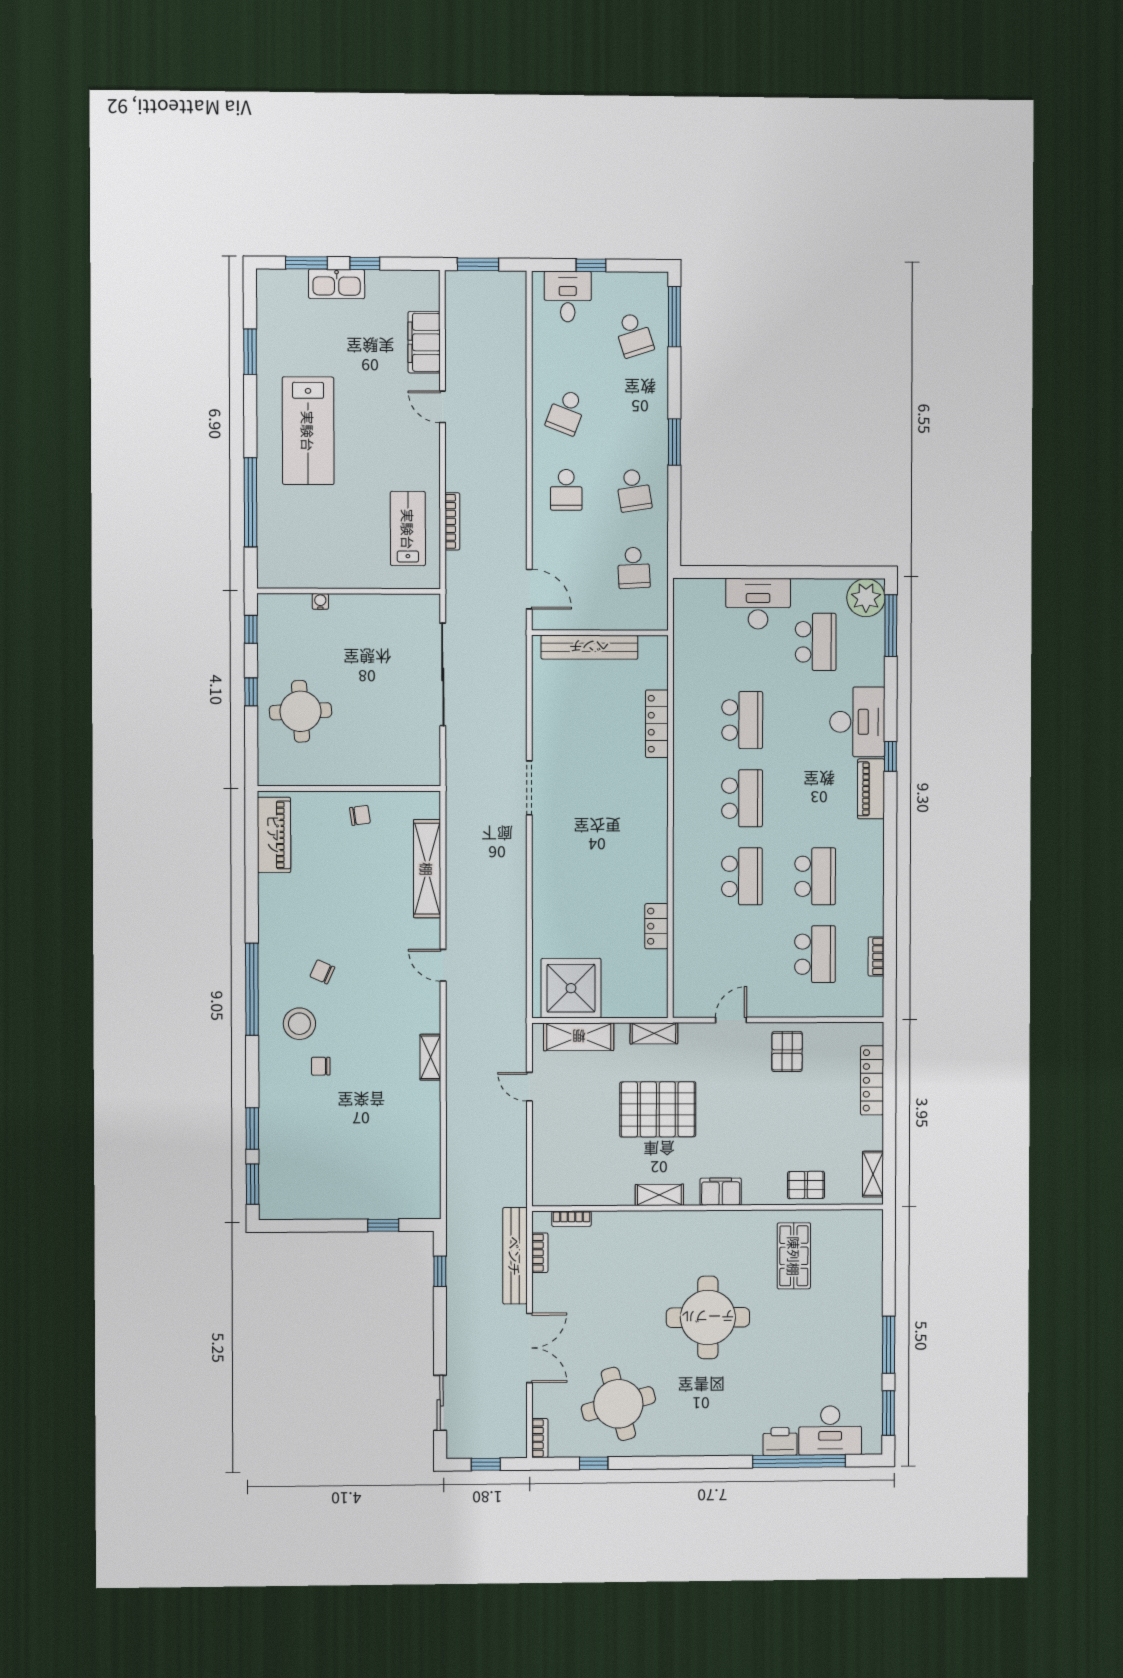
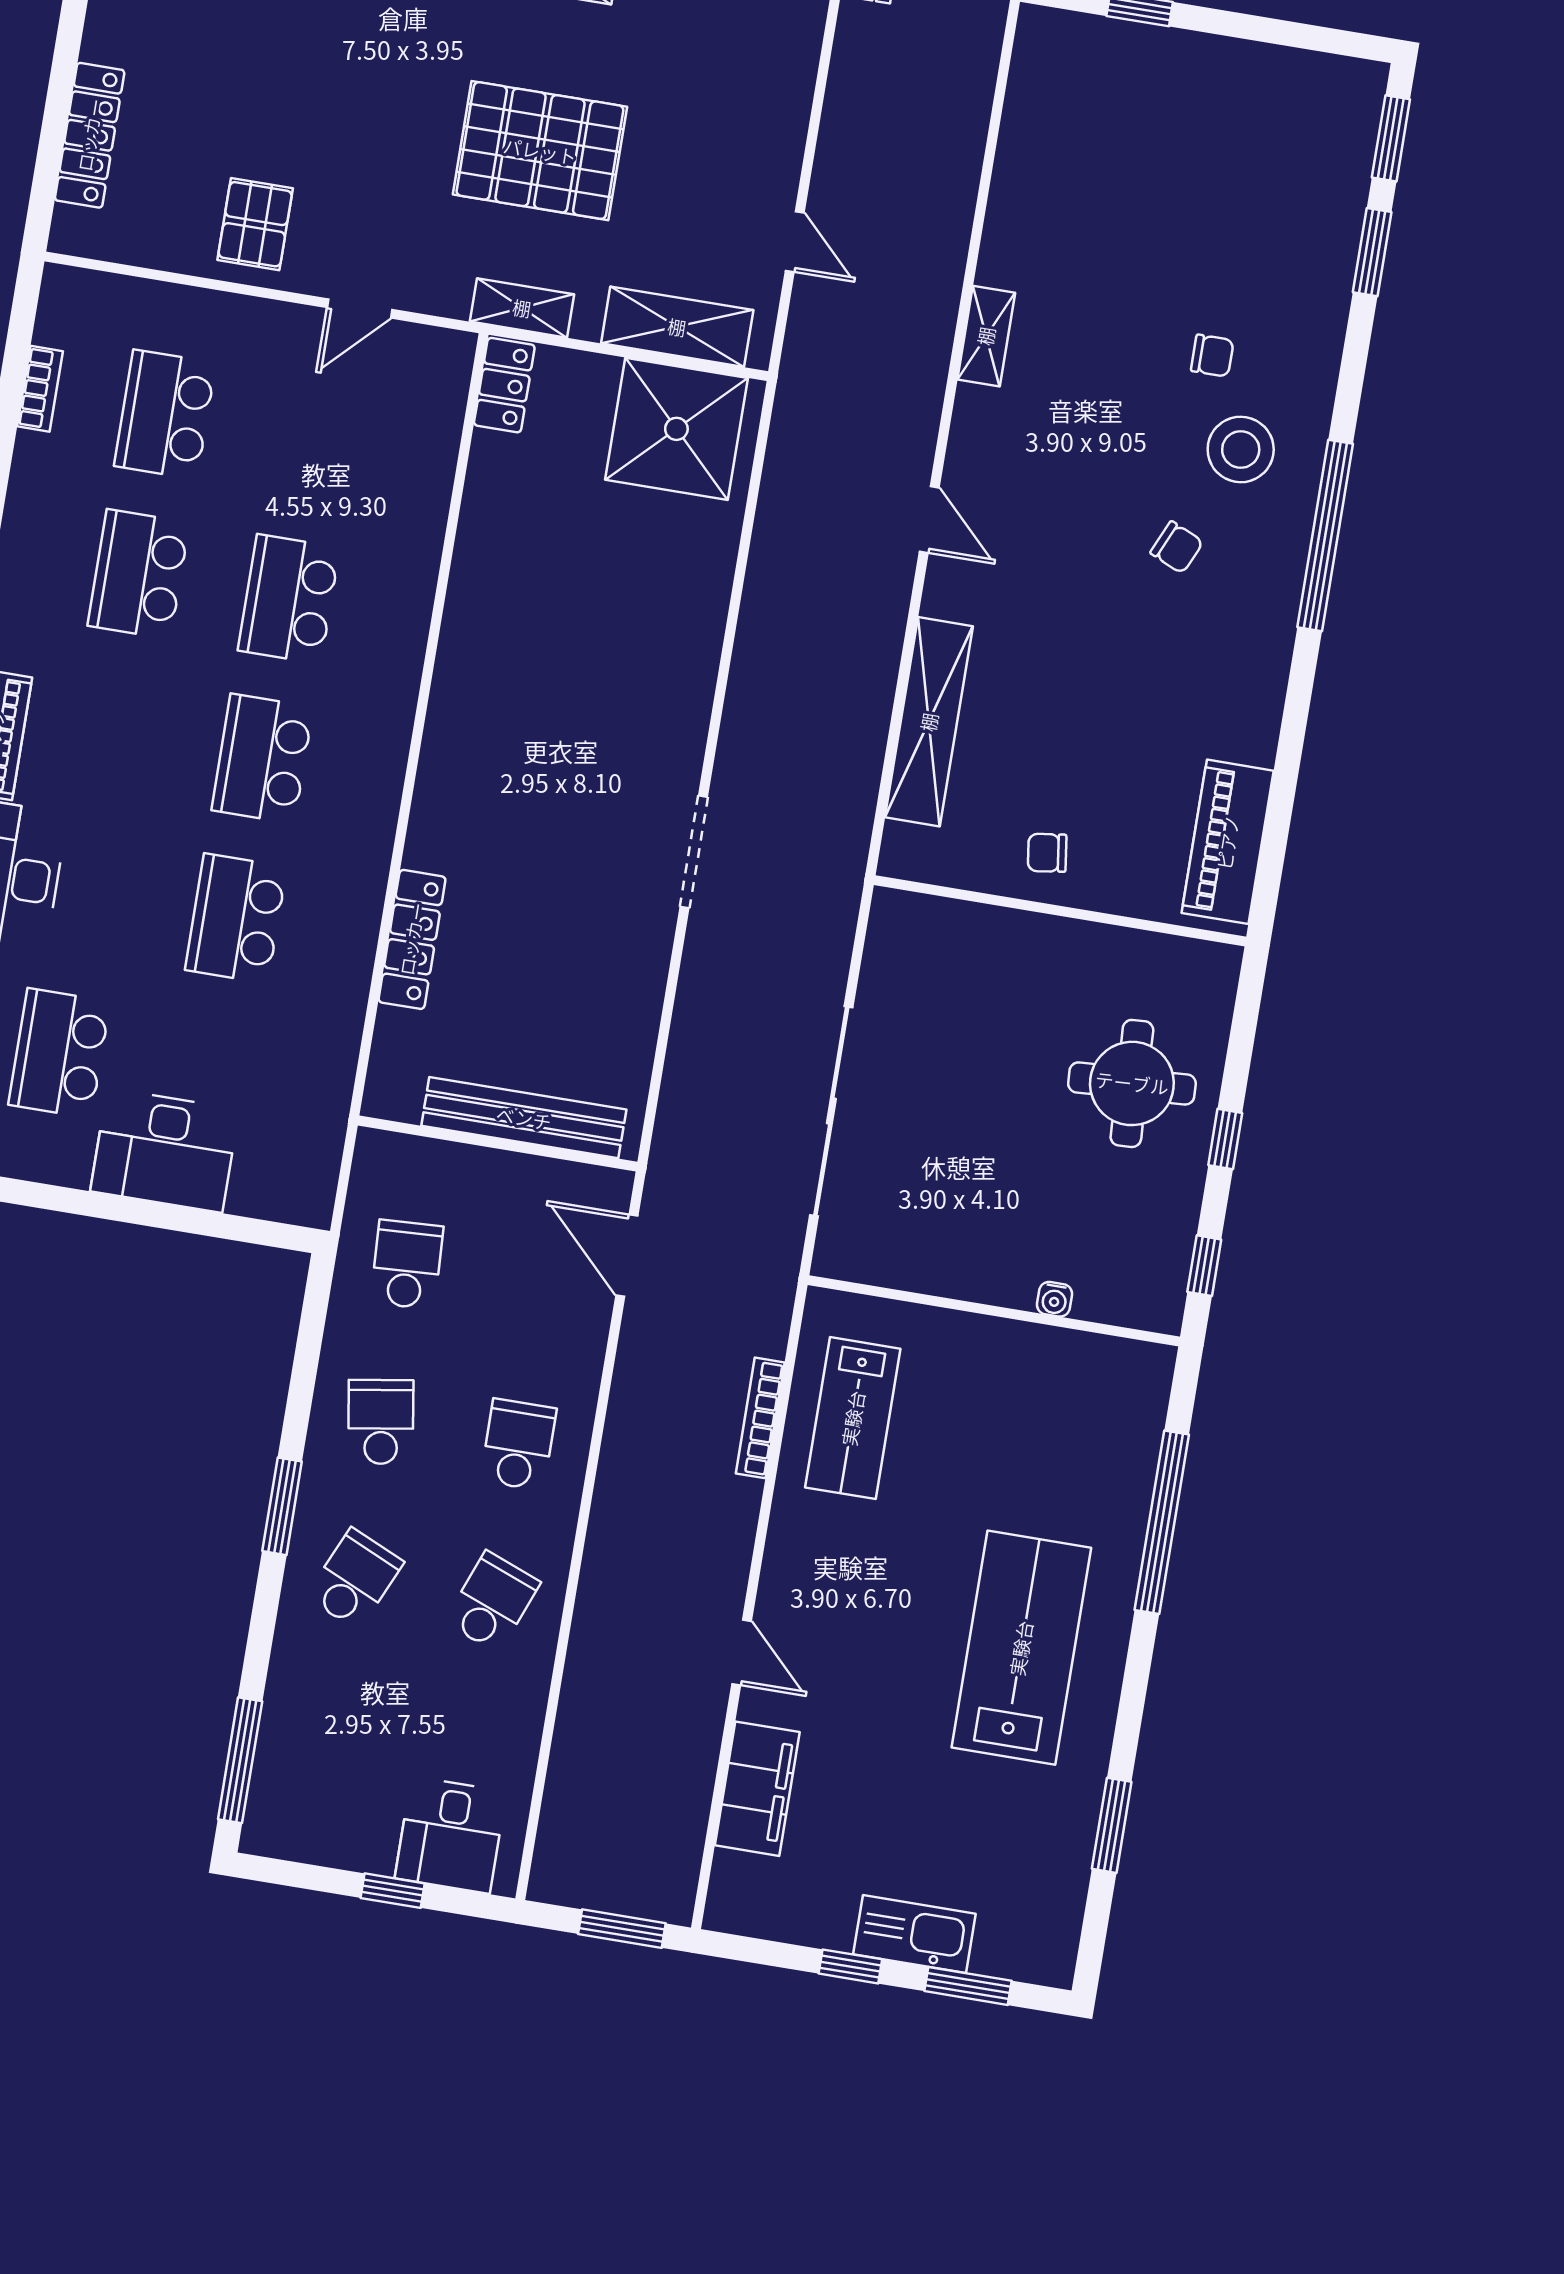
school desk: (634, 335) -> (355, 1579), moved, turned 42
locker: (656, 926) -> (504, 385), moved

